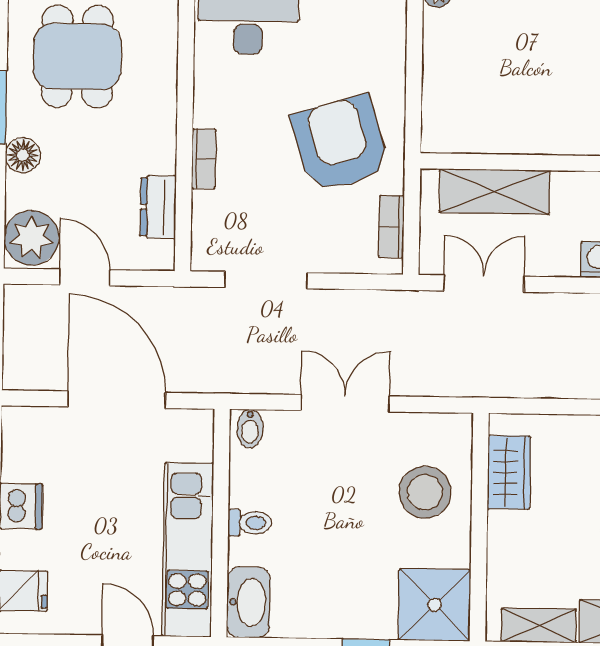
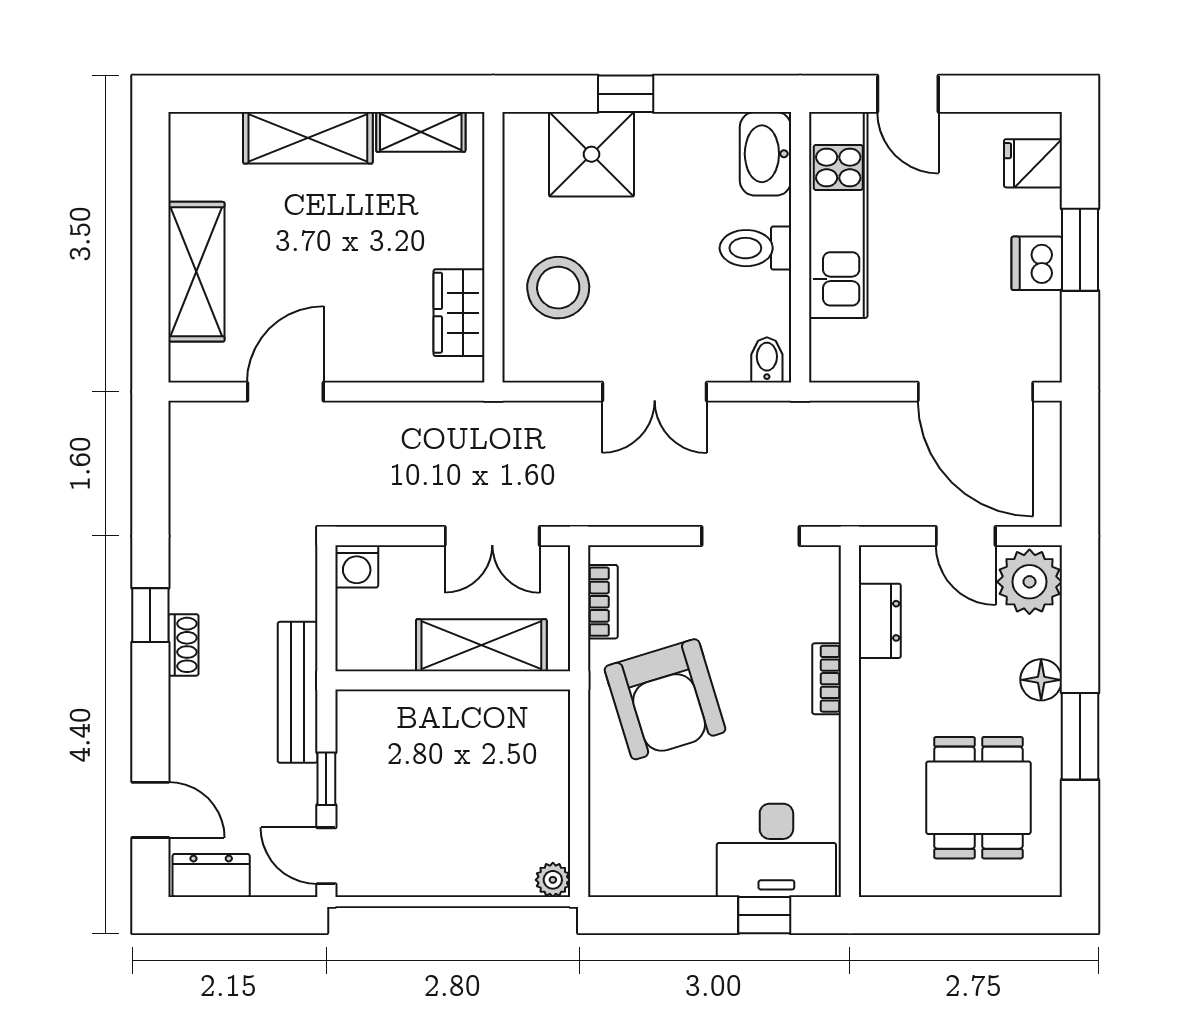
door: (117, 400) -> (976, 392), moved
toilet: (250, 523) -> (755, 248), width x1.37, depth x1.39
shower: (434, 605) -> (591, 154), moved

